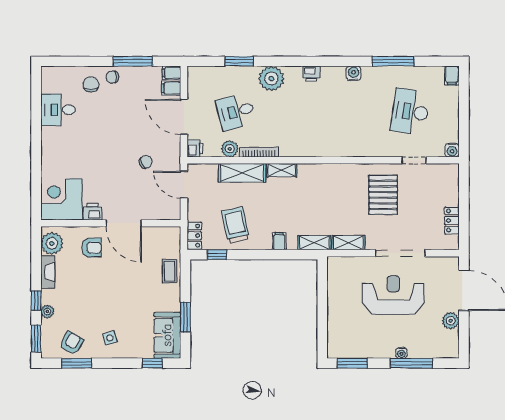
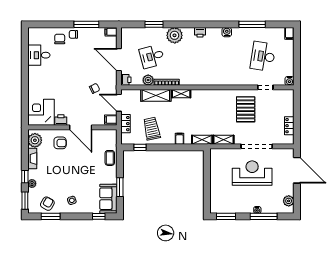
filing cabinet: (171, 88) -> (111, 120), moved
locker: (194, 236) -> (125, 124), moved
plant: (451, 321) -> (289, 201), moved

